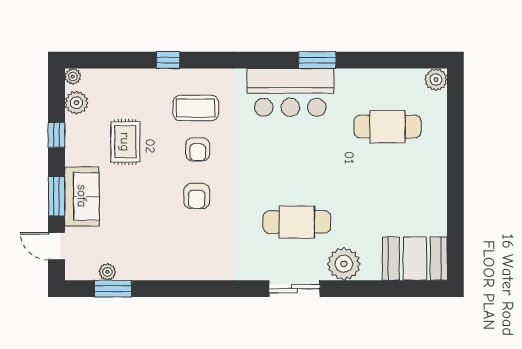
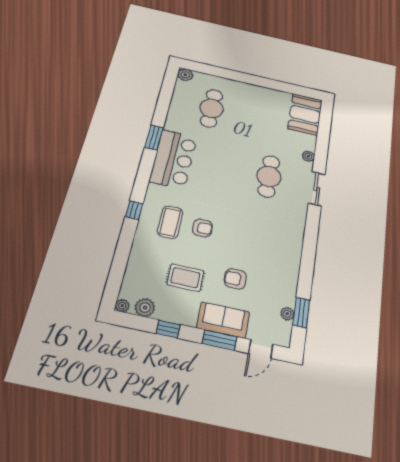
window: (168, 60) -> (134, 210), moved
armchair: (197, 196) -> (235, 279), moved, turned 180
plant: (344, 264) -> (308, 156), width x0.53, depth x0.53

